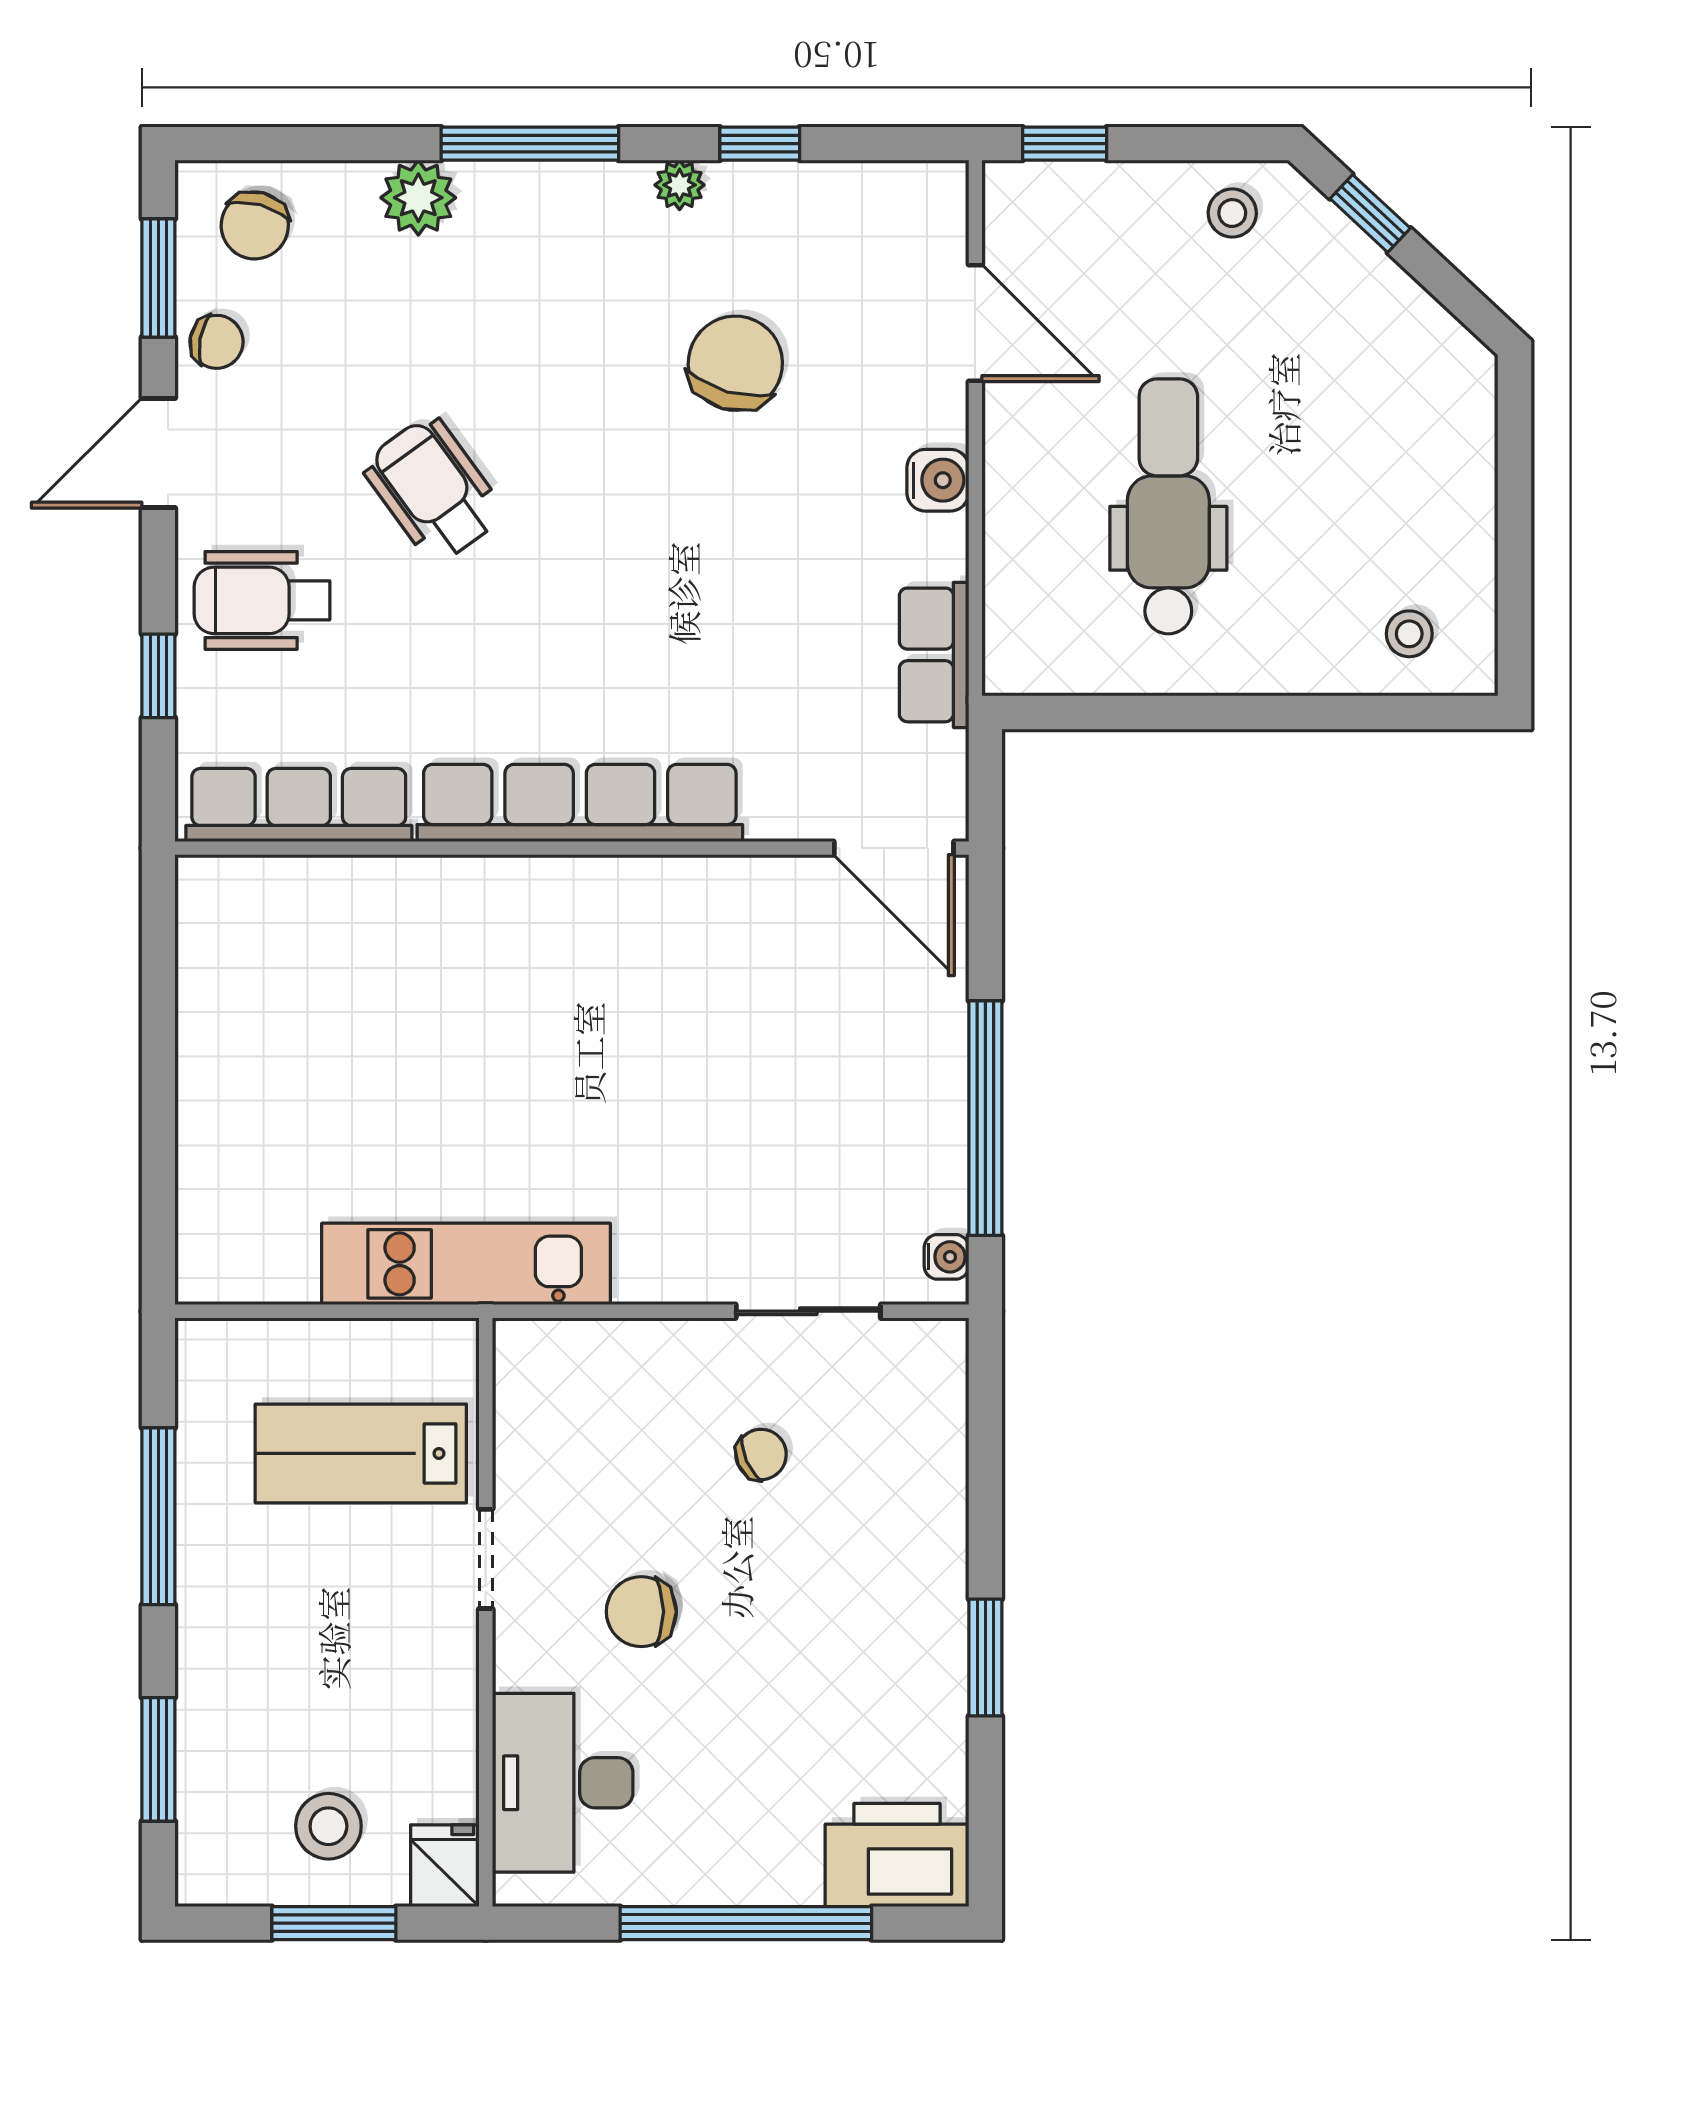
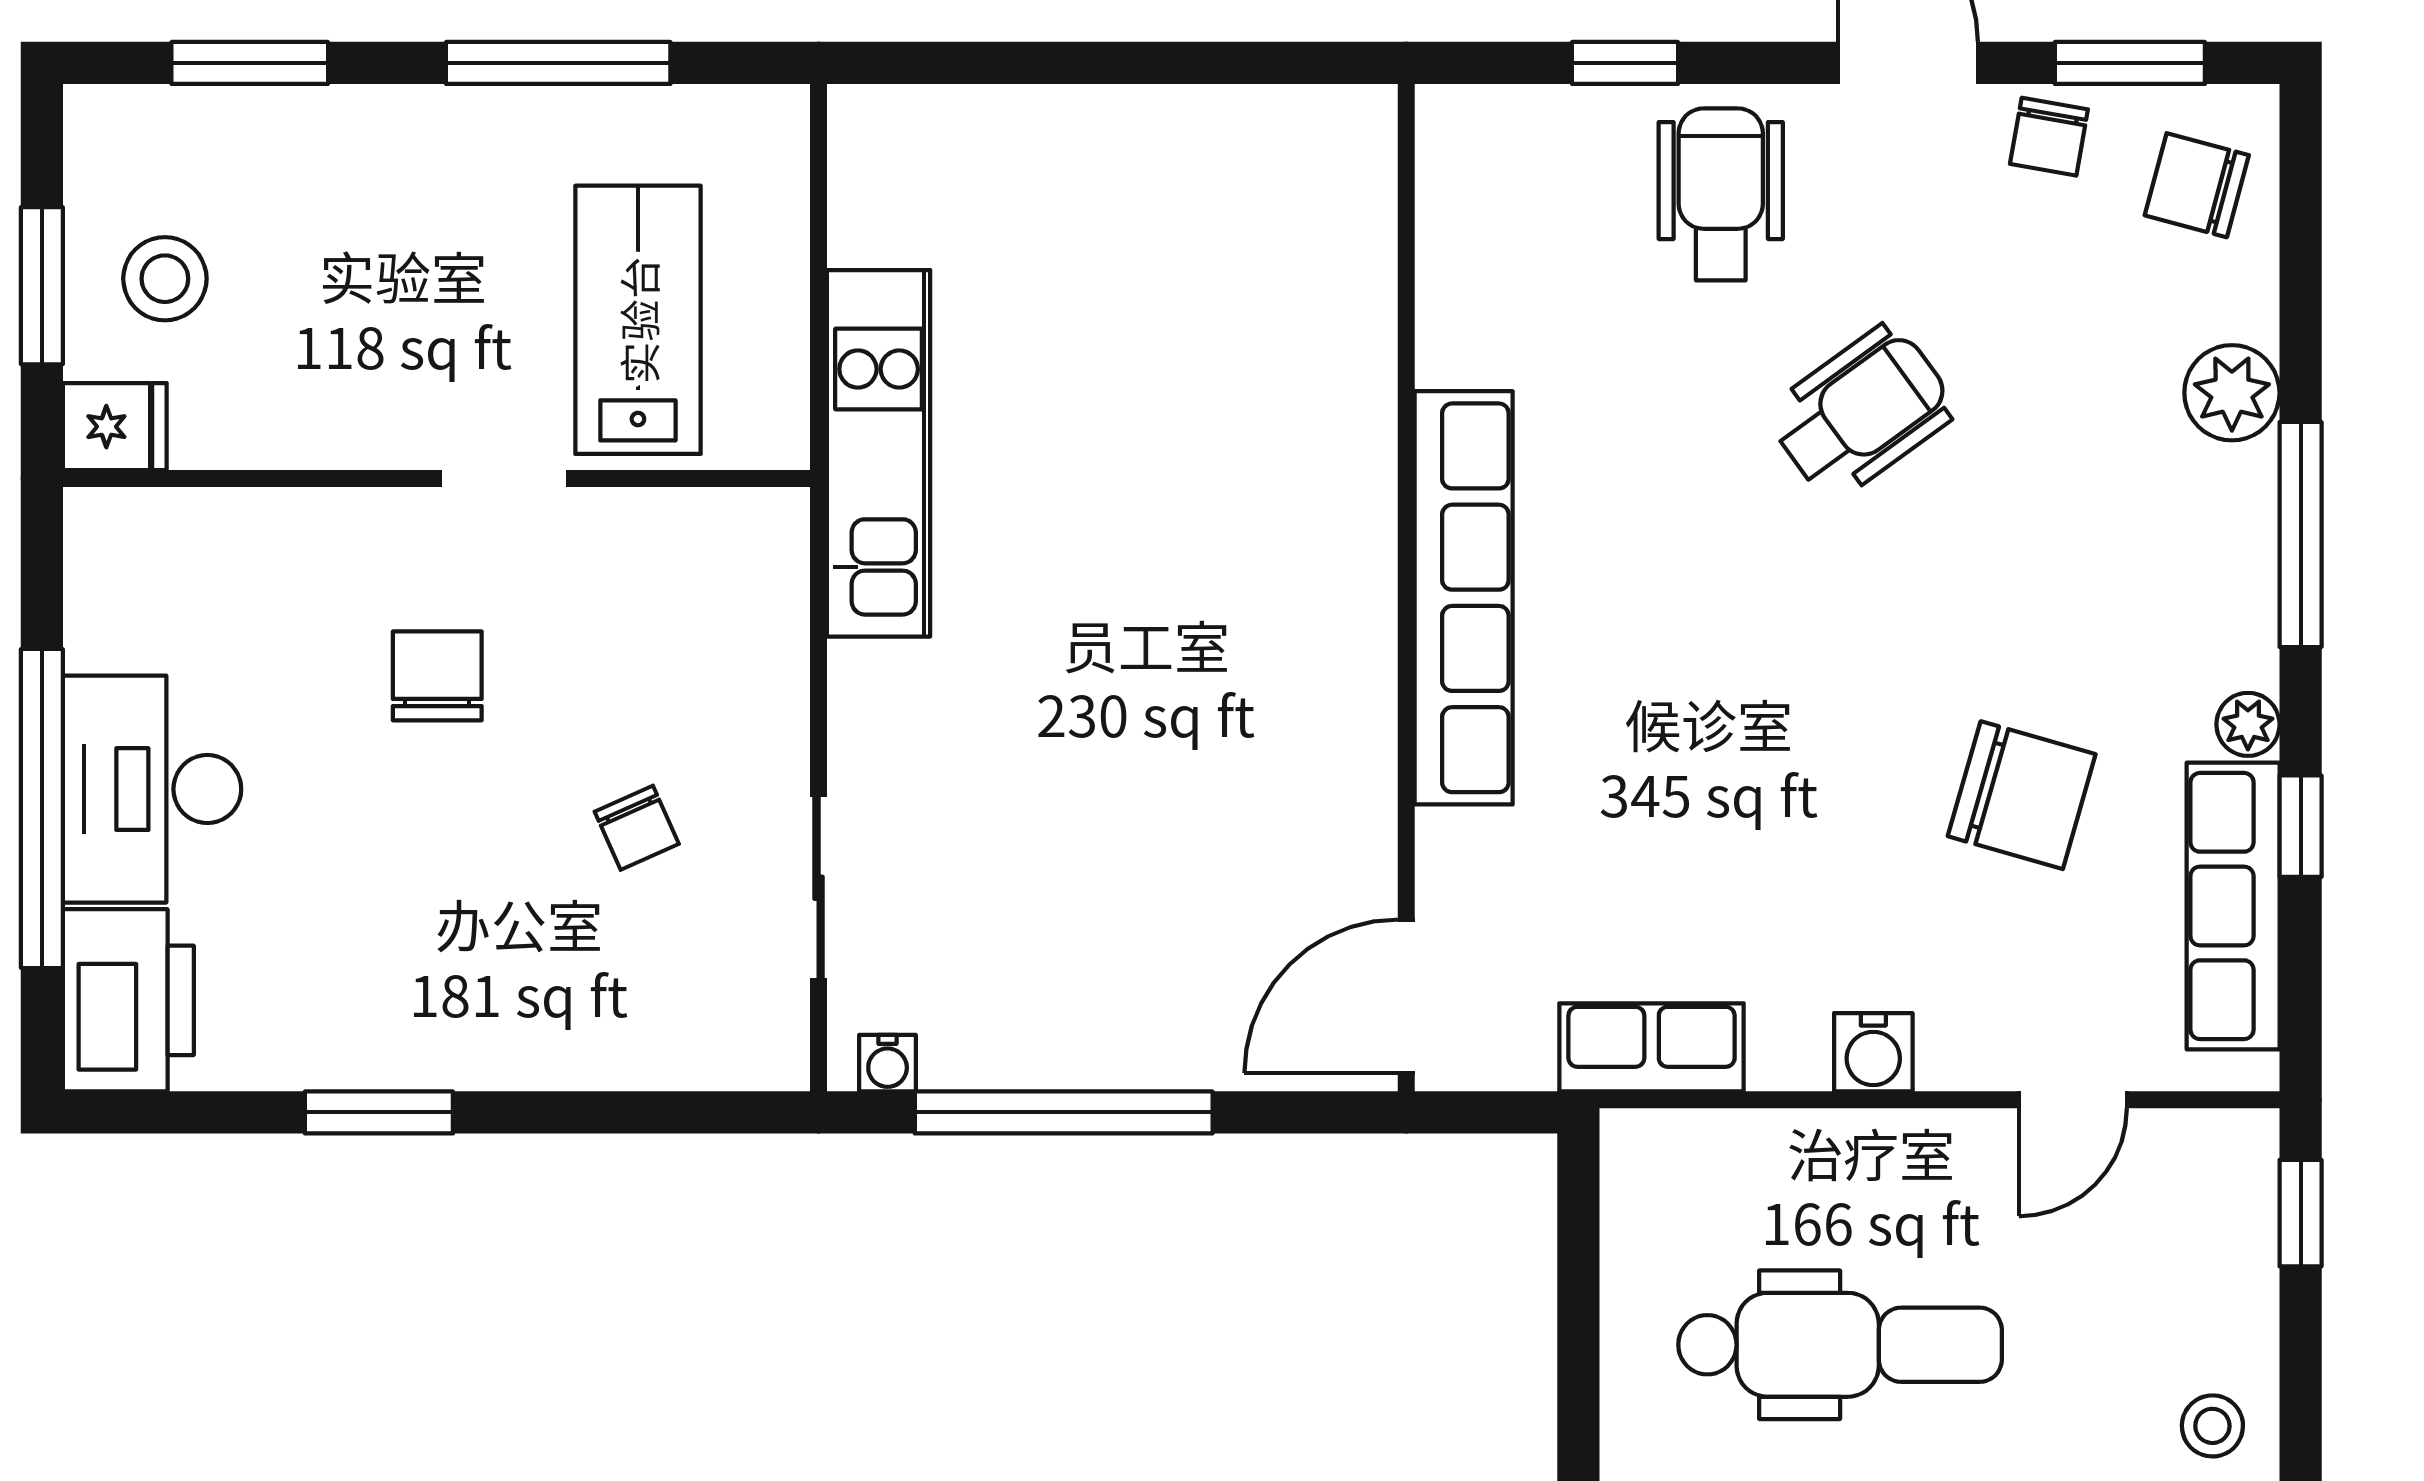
door: (975, 323) -> (2073, 1100), width x0.73
row of seats: (299, 805) -> (2233, 906), moved, turned 180
desk: (563, 1783) -> (152, 789), moved, turned -90

